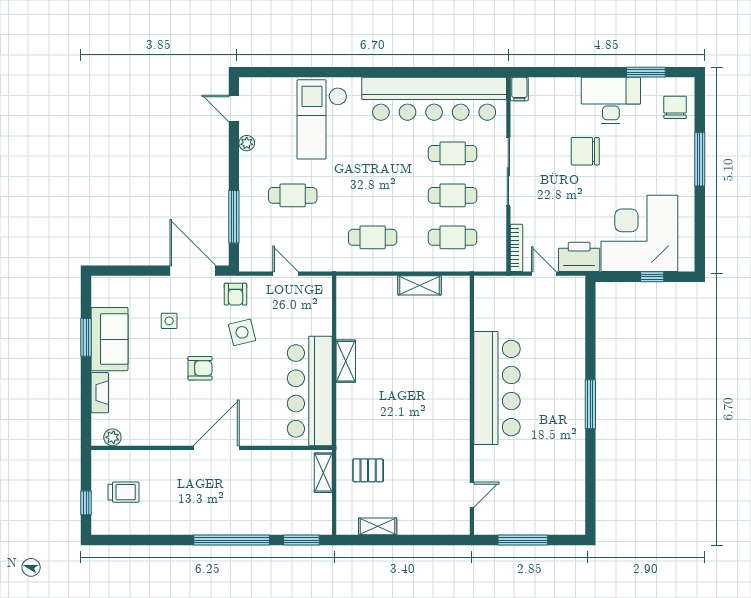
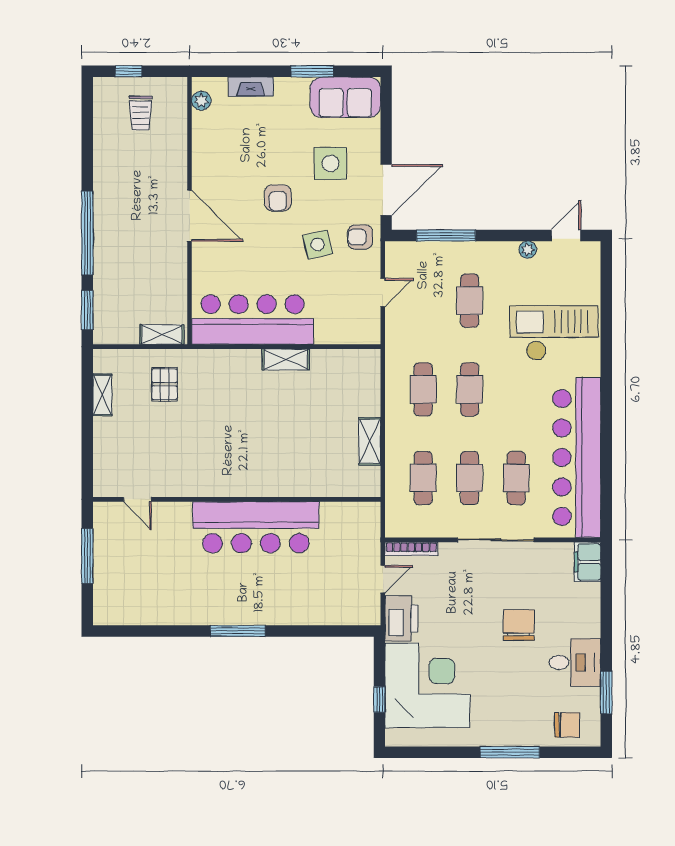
filing cabinet: (519, 89) -> (588, 562), width x2.00
desk: (611, 100) -> (575, 663), width x0.73
cafe table: (373, 195) -> (470, 389), added
side table: (169, 321) -> (330, 164), width x1.87, depth x1.87
sofa: (109, 339) -> (345, 97), moved

